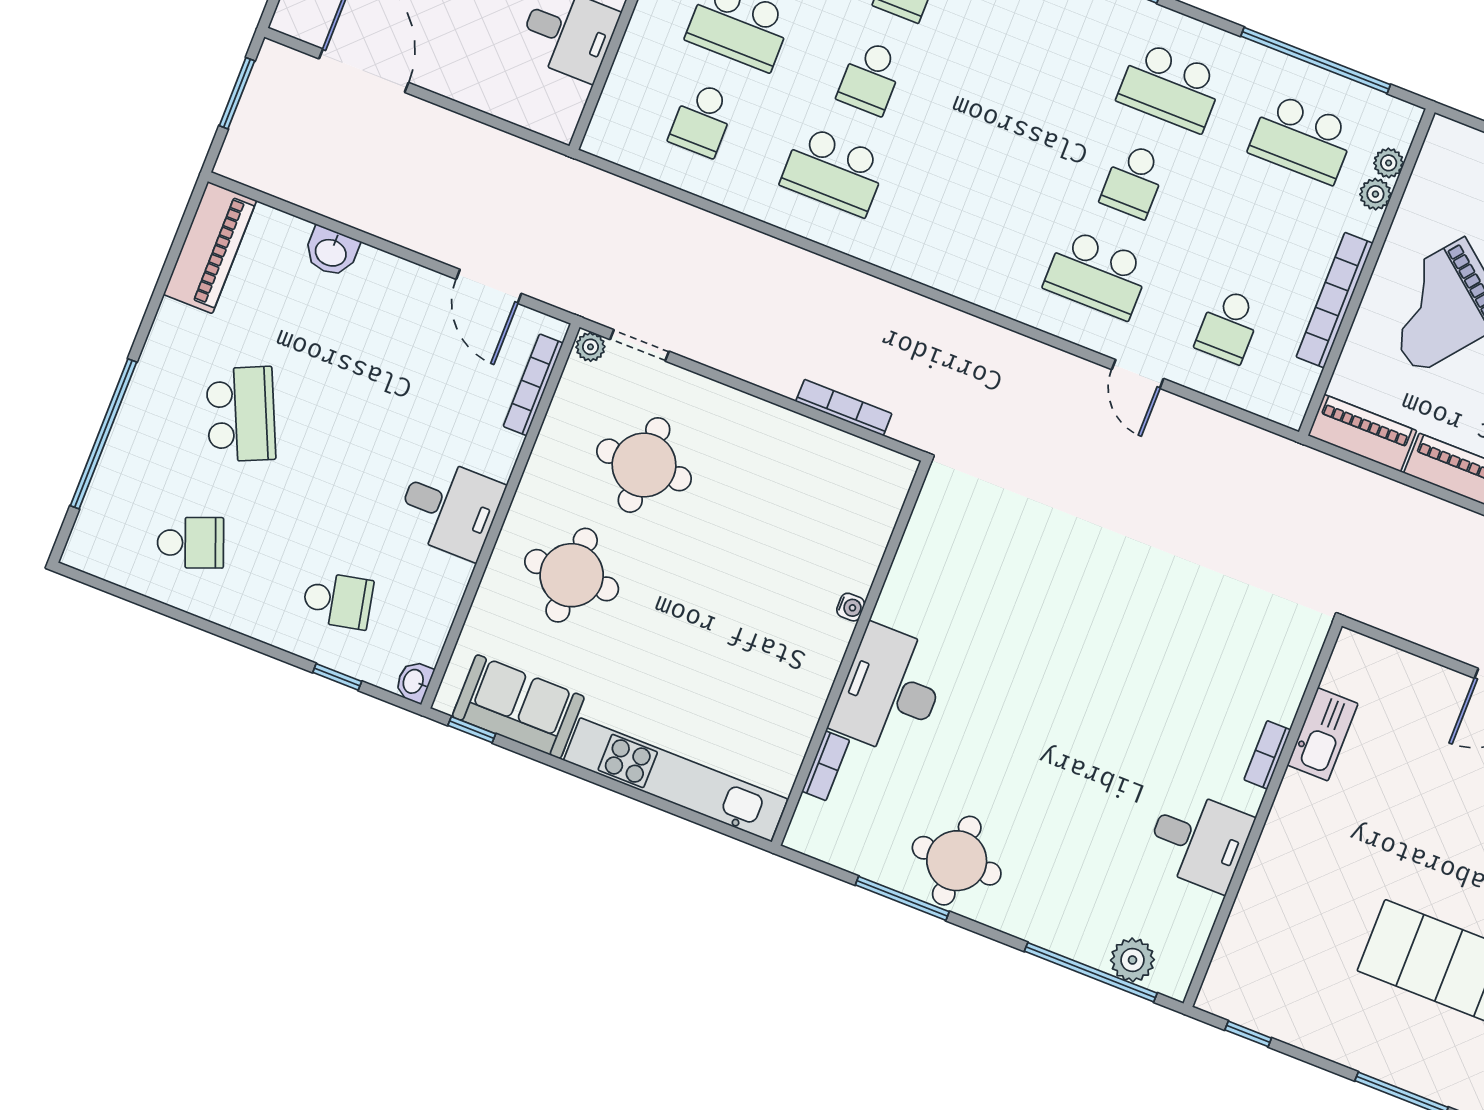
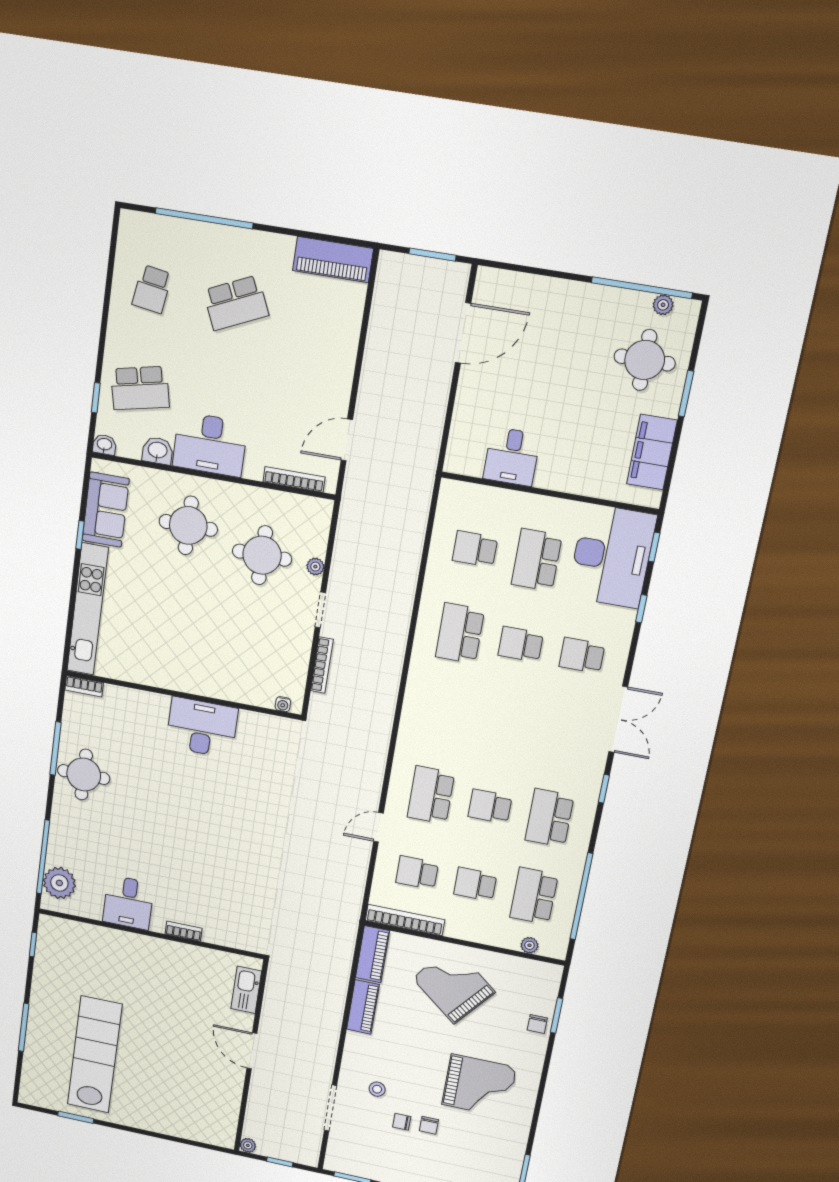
plant: (1375, 194) -> (510, 941), removed
school desk: (1265, 232) -> (475, 884), added
washbasin: (331, 252) -> (158, 451), moved, turned 90
bookcase: (1335, 300) -> (405, 920), moved
doorway: (639, 345) -> (320, 610), moved
plant: (590, 347) -> (315, 567), moved
desk: (450, 508) -> (210, 444), width x1.37
school desk: (190, 543) -> (152, 289), turned 30
school desk: (338, 600) -> (140, 388), width x1.85
water cooler: (851, 607) -> (283, 704), moved
desk: (890, 690) -> (202, 727), moved
window: (472, 730) -> (80, 535), moved
kitchen sink: (1323, 734) -> (246, 990), moved, turned 90
bookcase: (826, 766) -> (84, 686), moved
plant: (1132, 960) -> (59, 883), width x1.36, depth x1.36

